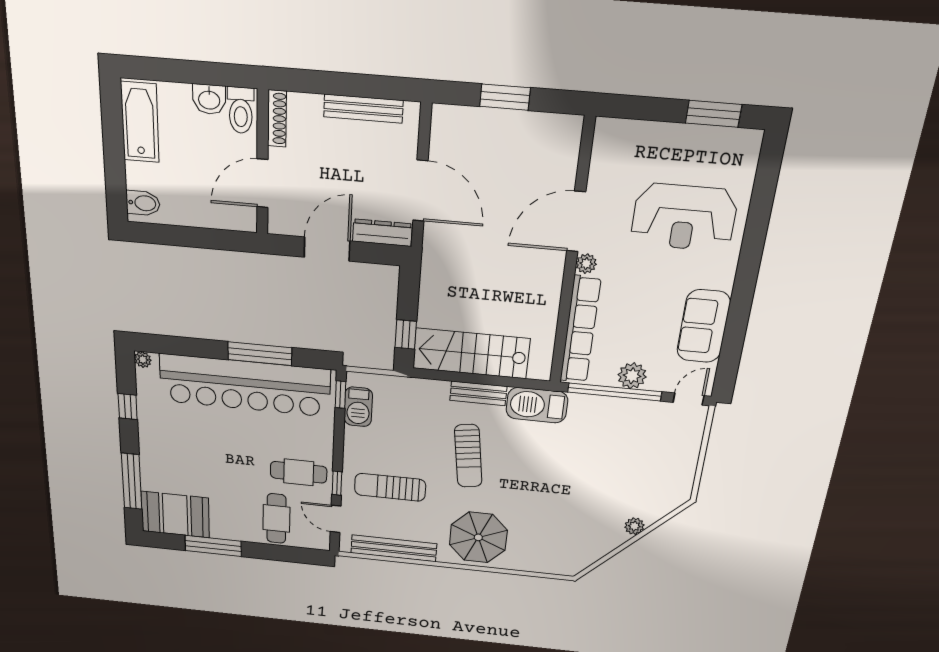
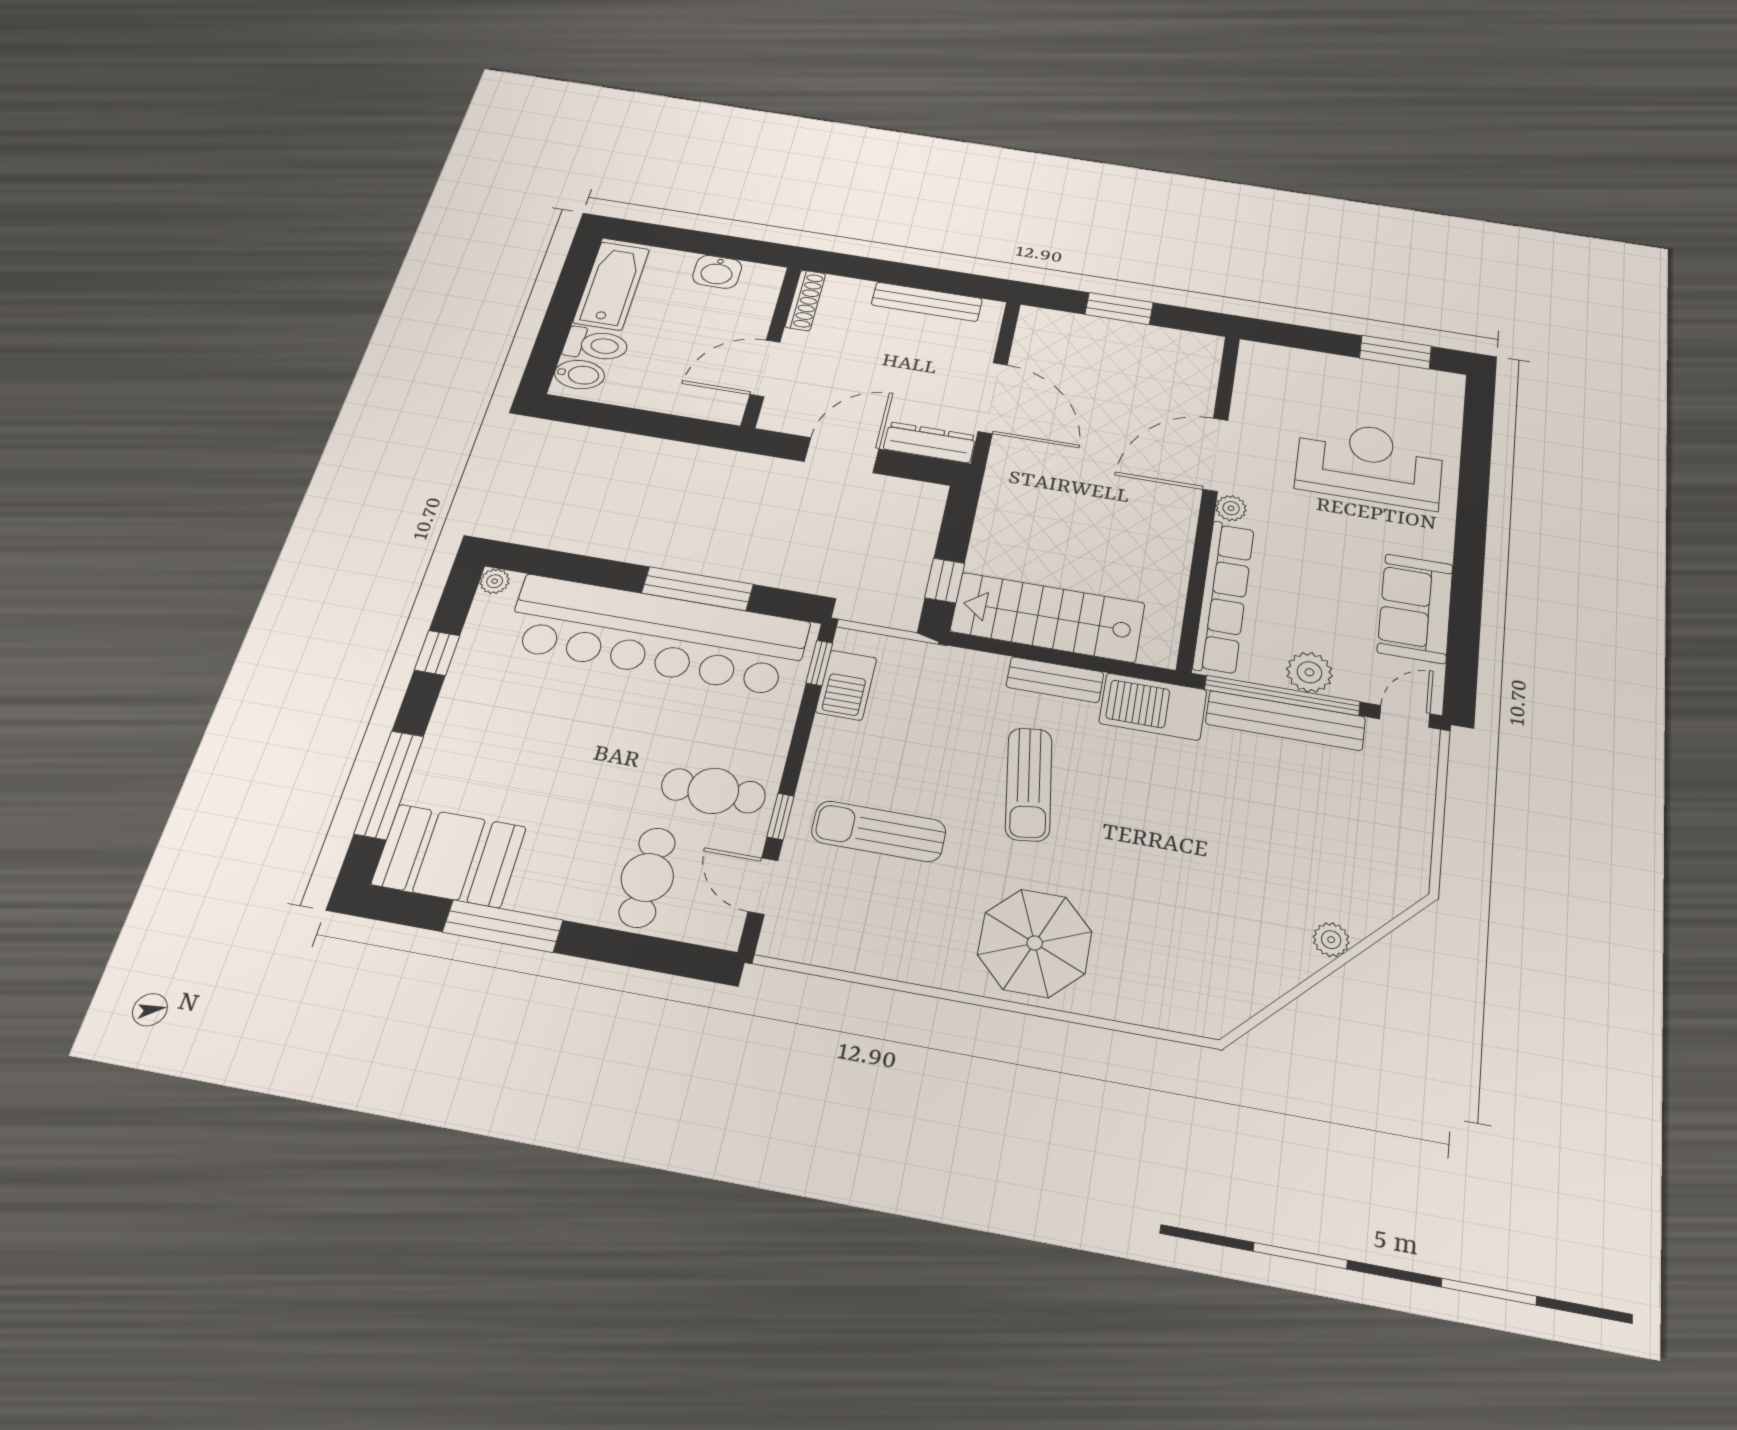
toilet: (241, 110) -> (596, 345), moved, turned -90
reception desk: (684, 217) -> (1369, 463), turned 180
bench: (394, 548) -> (1285, 721), moved

